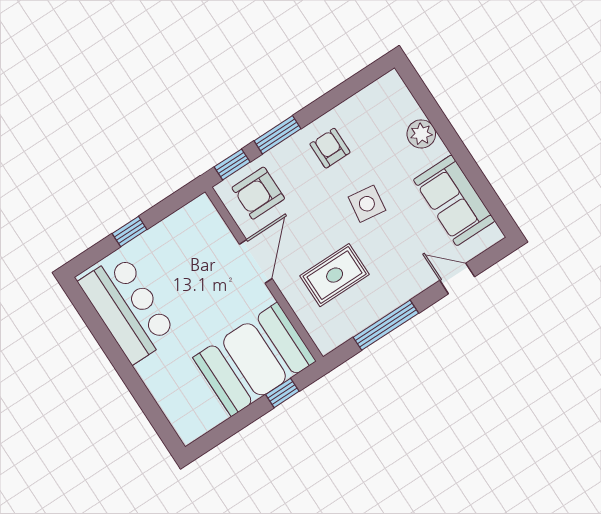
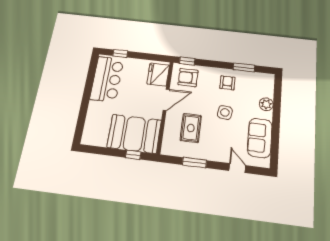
window: (277, 135) -> (244, 67), moved
fridge: (205, 229) -> (158, 74), added
window: (130, 232) -> (120, 53), moved
rug: (335, 275) -> (191, 128), turned 90
window: (386, 325) -> (194, 163), width x0.69

